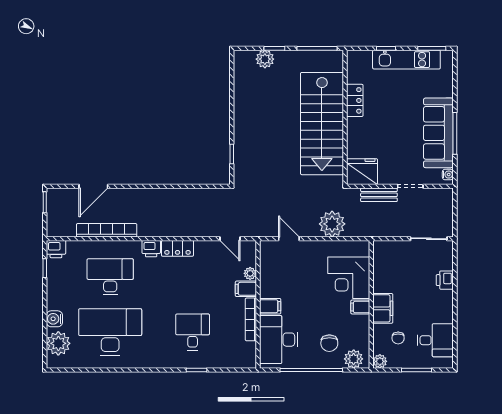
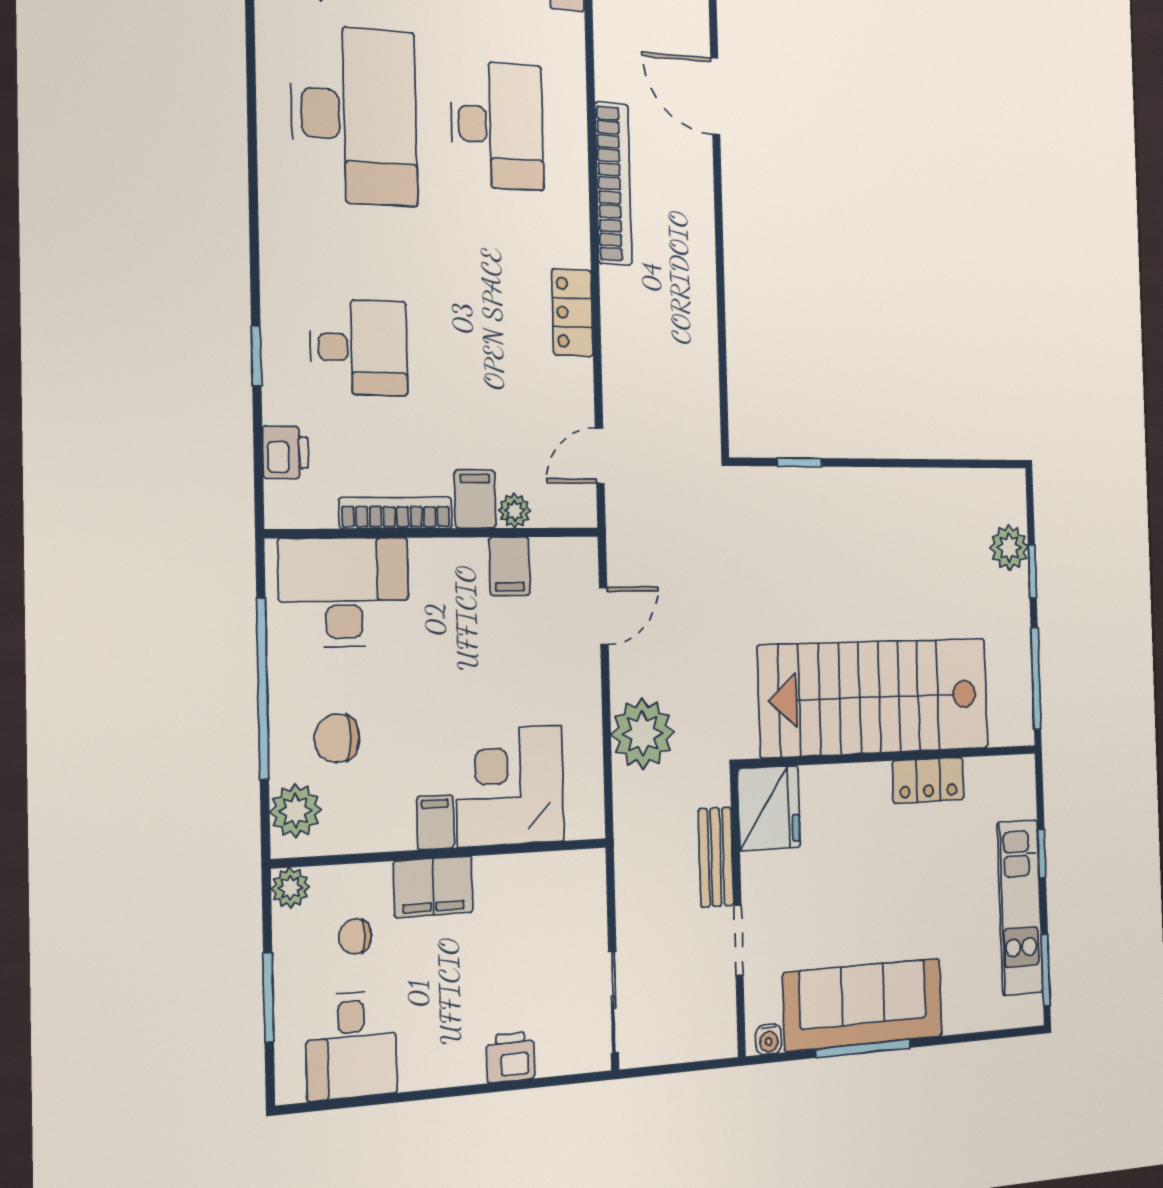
bookcase: (107, 230) -> (613, 184), moved
printer: (151, 249) -> (286, 452), moved, turned 180
filing cabinet: (270, 306) -> (509, 566), moved

